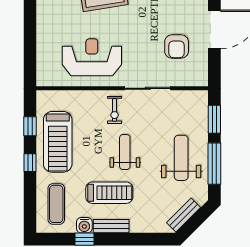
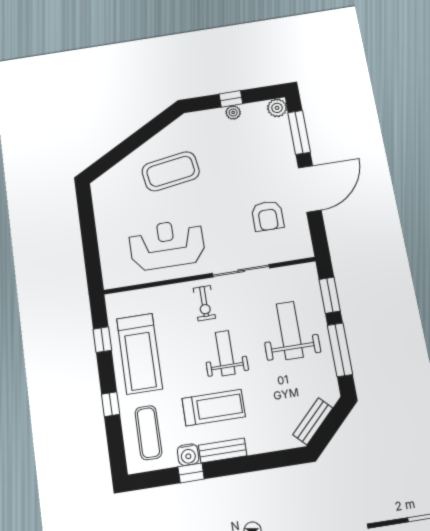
weight bench: (181, 158) -> (290, 330), moved
window: (30, 163) -> (111, 404), moved

